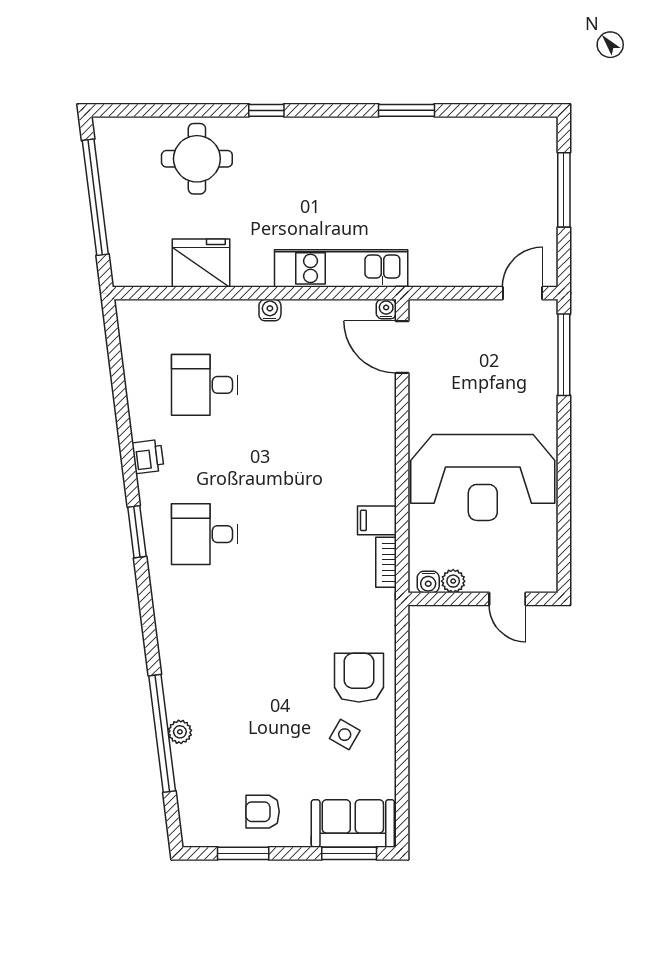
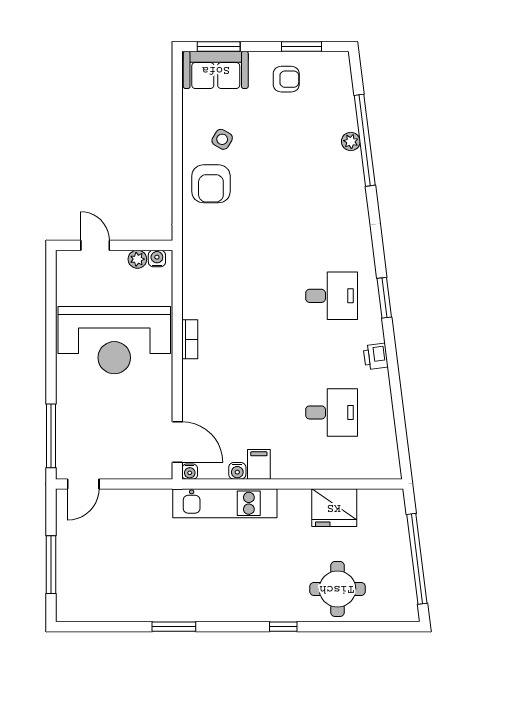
water cooler: (270, 310) -> (237, 471), moved
reception desk: (483, 477) -> (114, 340), turned 180
filing cabinet: (377, 520) -> (259, 464), moved, turned -90
bookcase: (386, 562) -> (190, 339), moved

